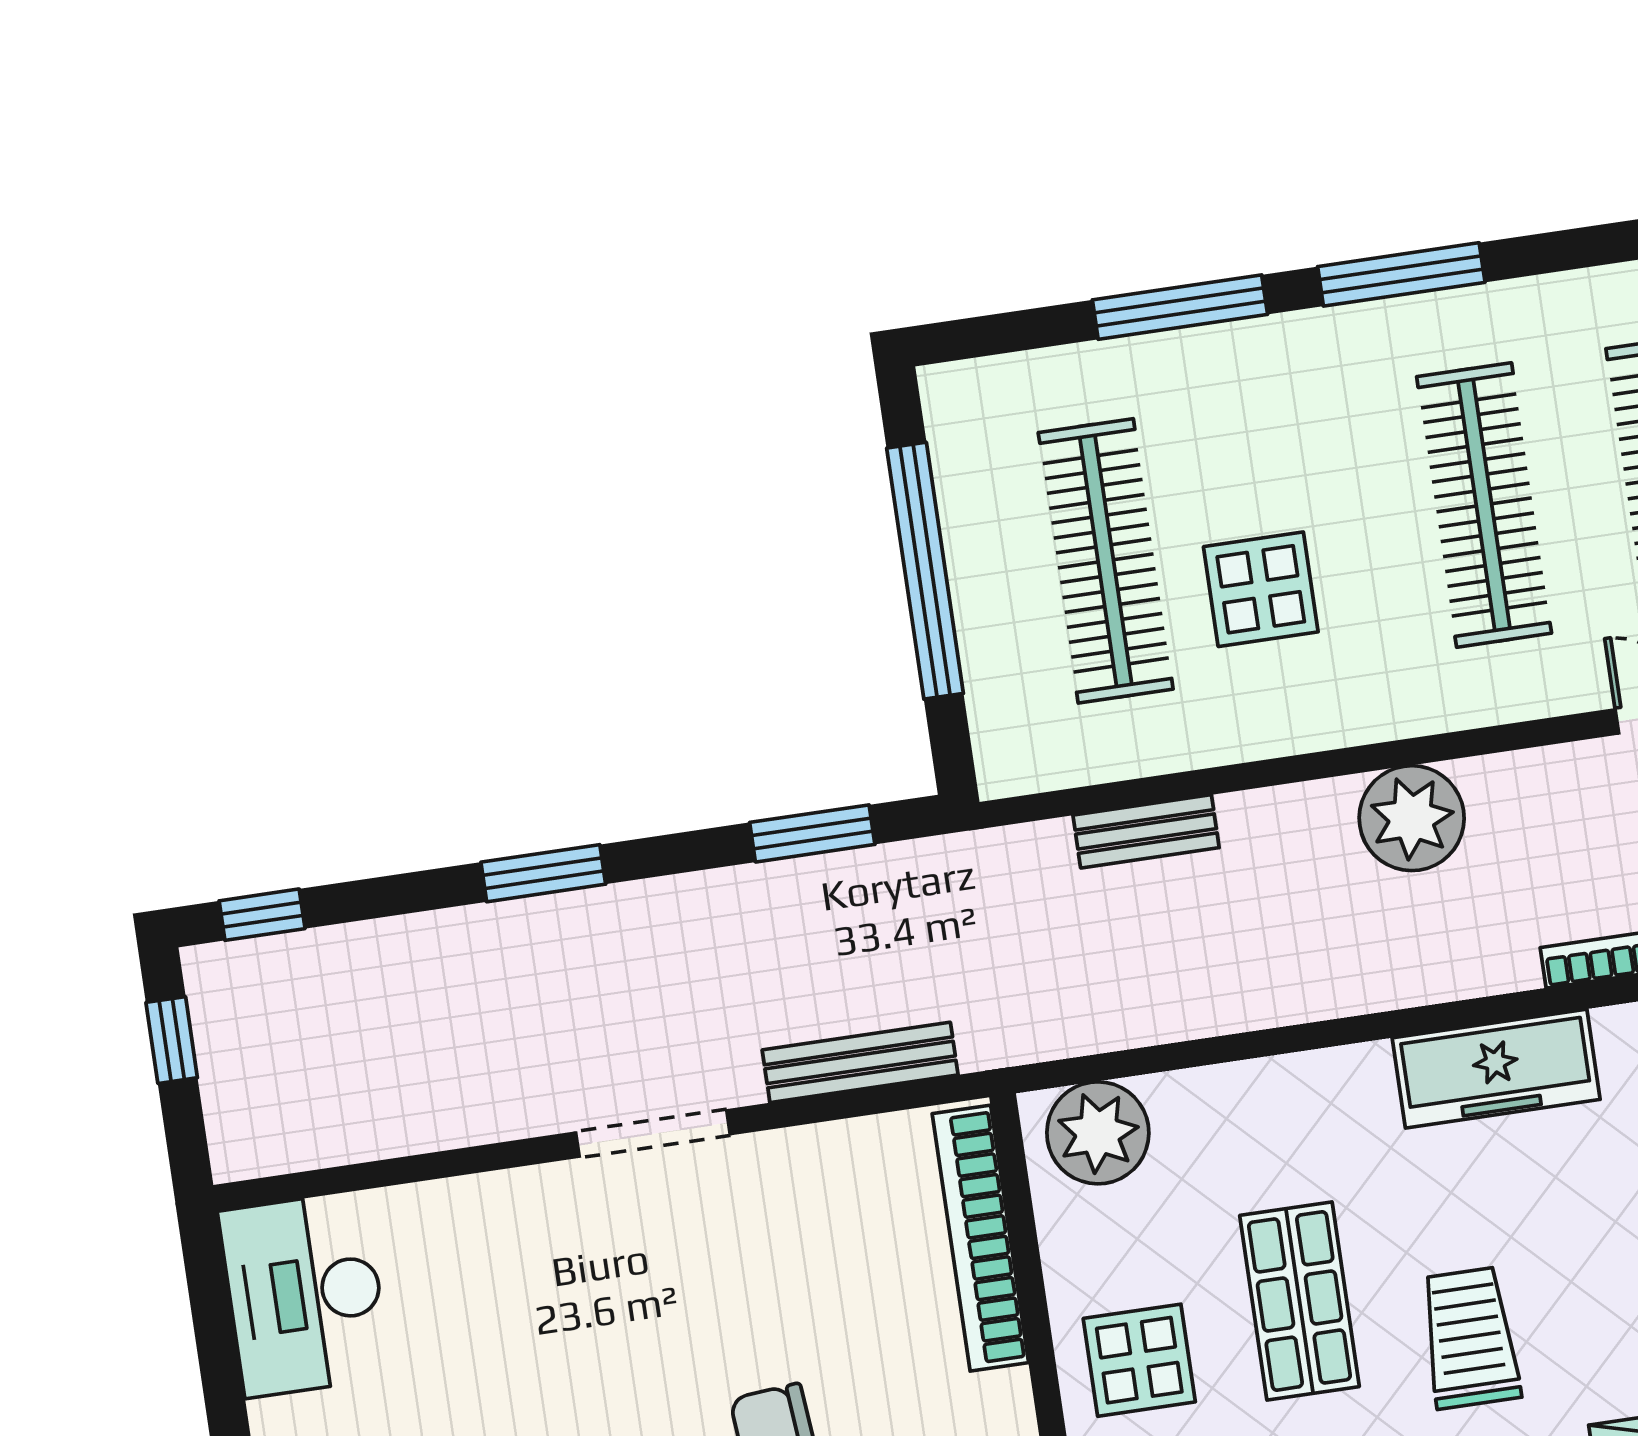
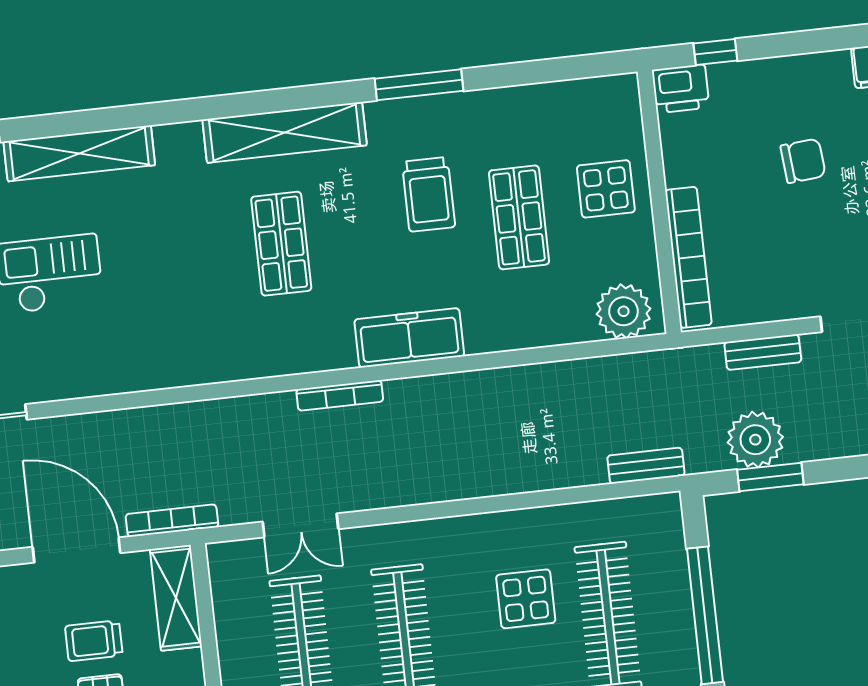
plant: (1412, 818) -> (755, 440), moved
bench: (1146, 831) -> (646, 466), moved
bench: (860, 1062) -> (763, 352), width x0.73

